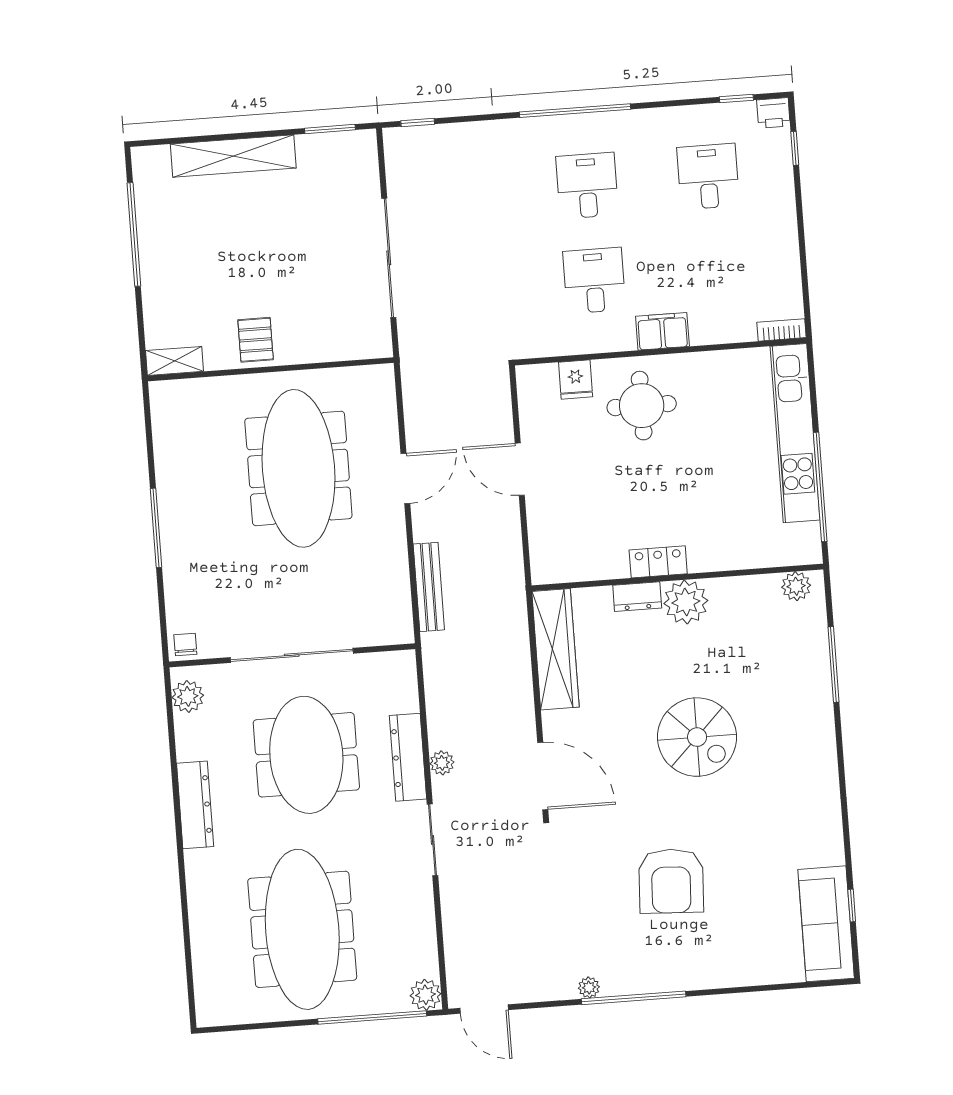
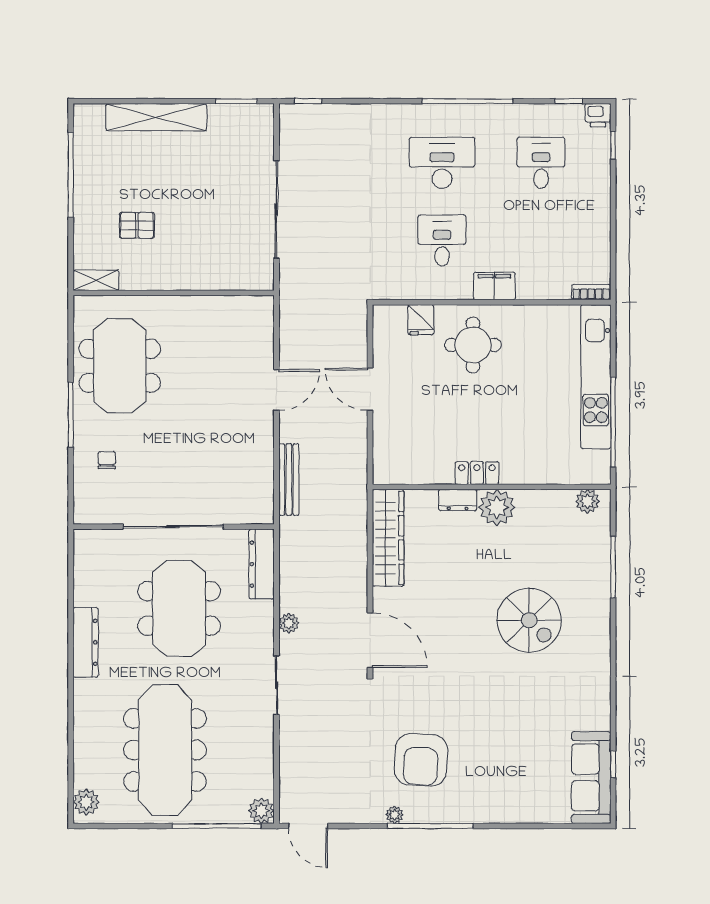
window: (575, 111) -> (467, 101), moved
desk: (587, 186) -> (442, 163), width x1.37
pallet: (256, 340) -> (137, 225), moved, turned 90
meeting table: (298, 468) -> (120, 366), moved, width x0.73
chair: (185, 644) -> (107, 460), moved
plant: (188, 696) -> (86, 802), moved
spiral stairs: (697, 737) -> (529, 620), moved
dresser: (408, 757) -> (262, 564), moved
armchair: (671, 881) -> (421, 760), moved

